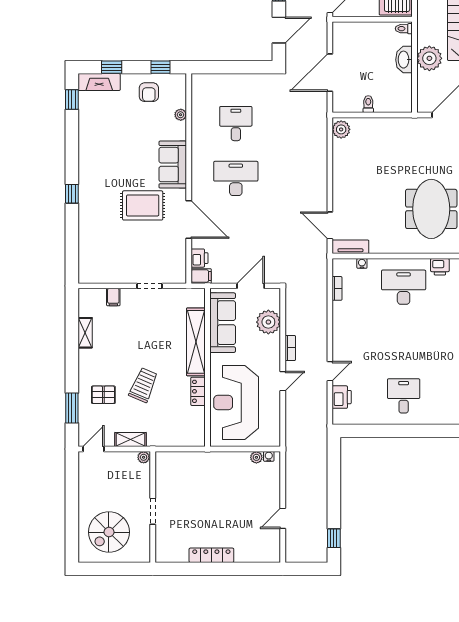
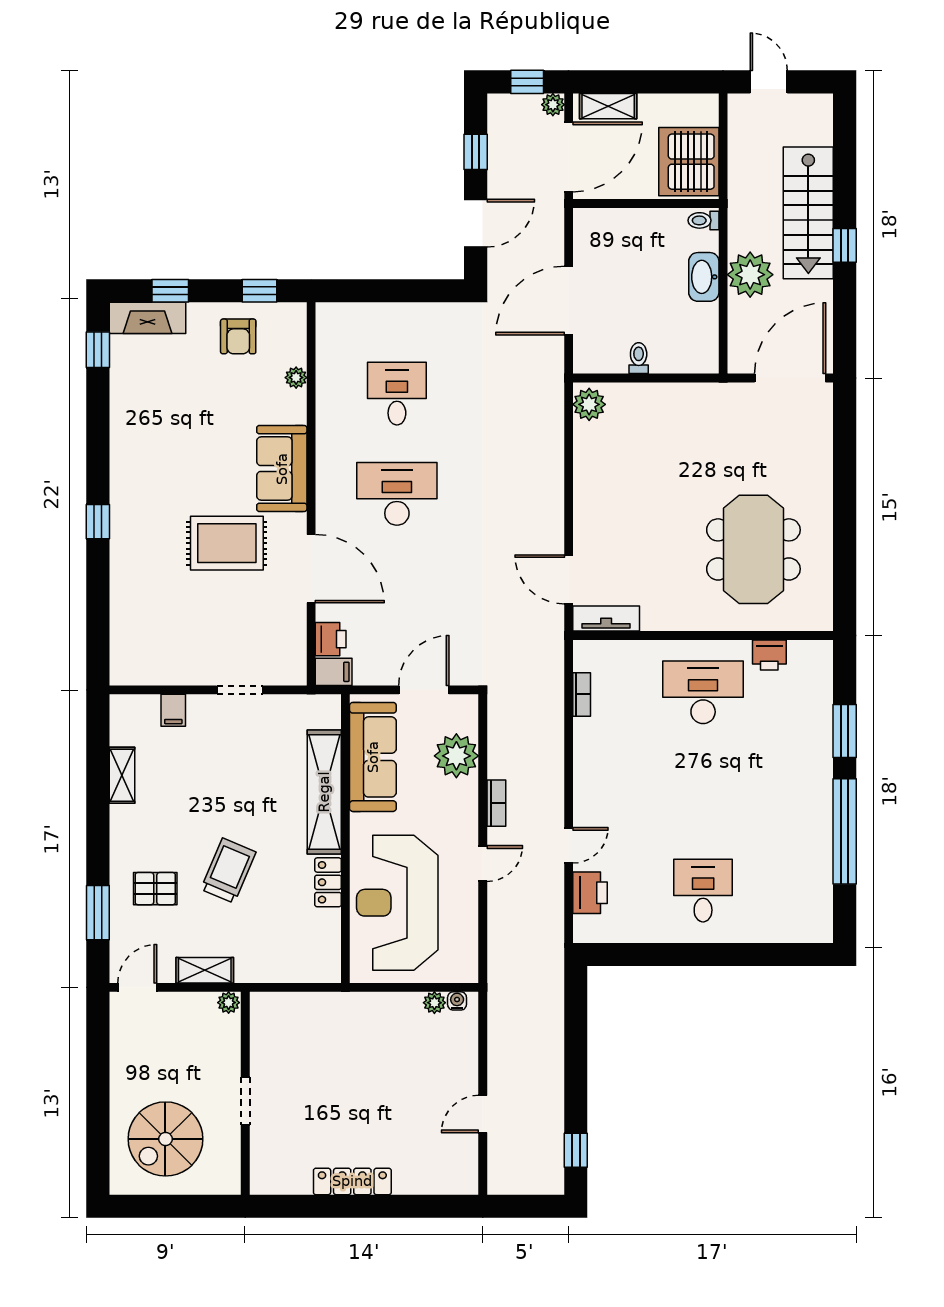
water cooler: (362, 263) -> (627, 649), removed

